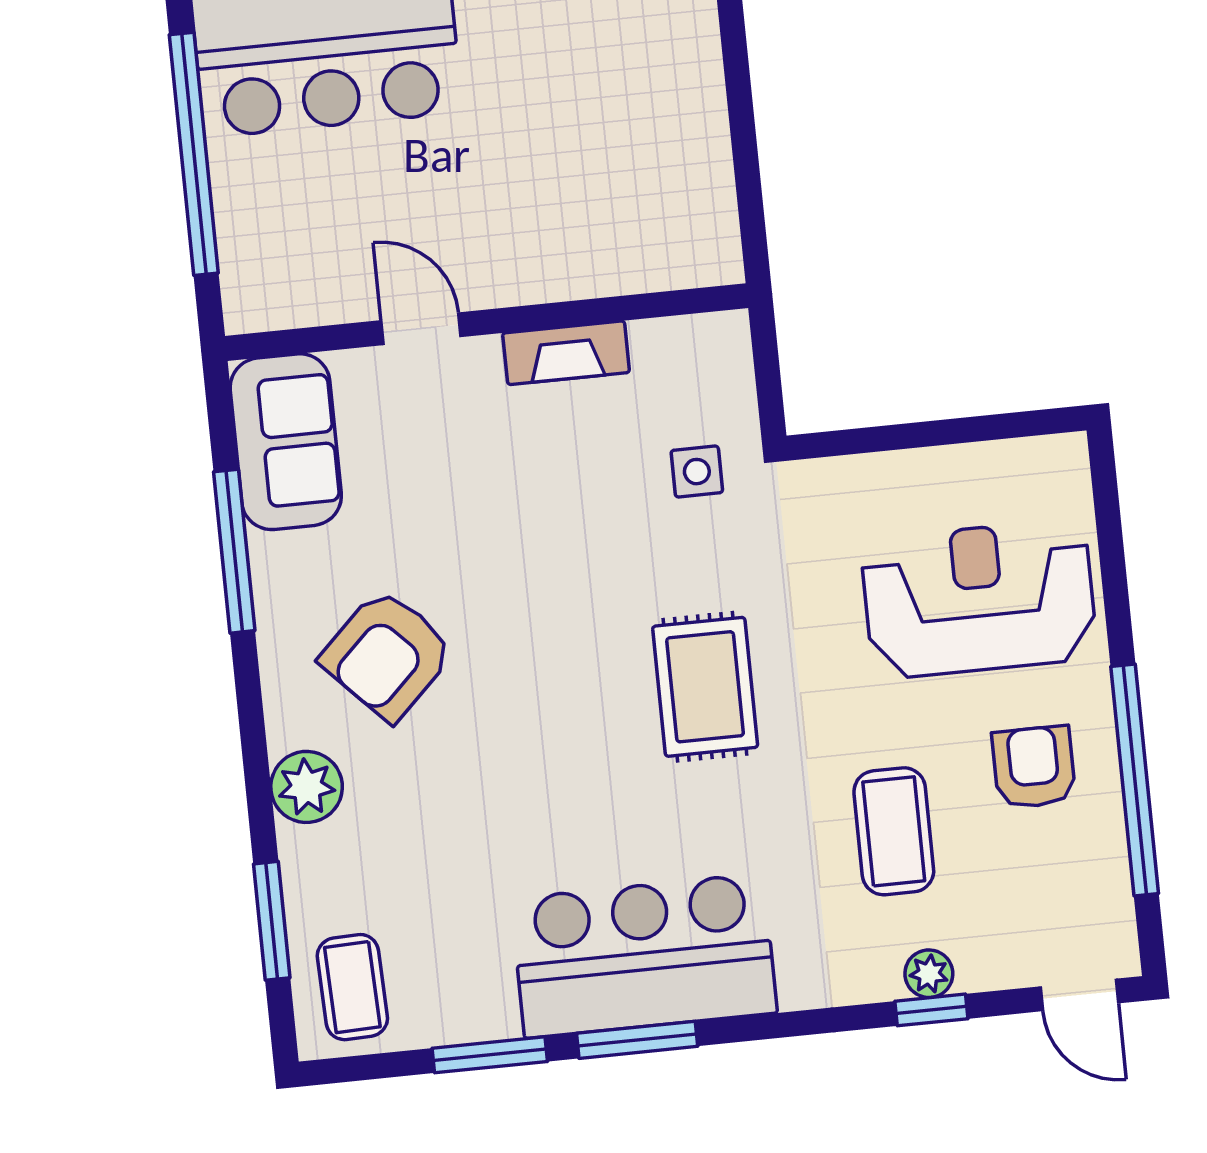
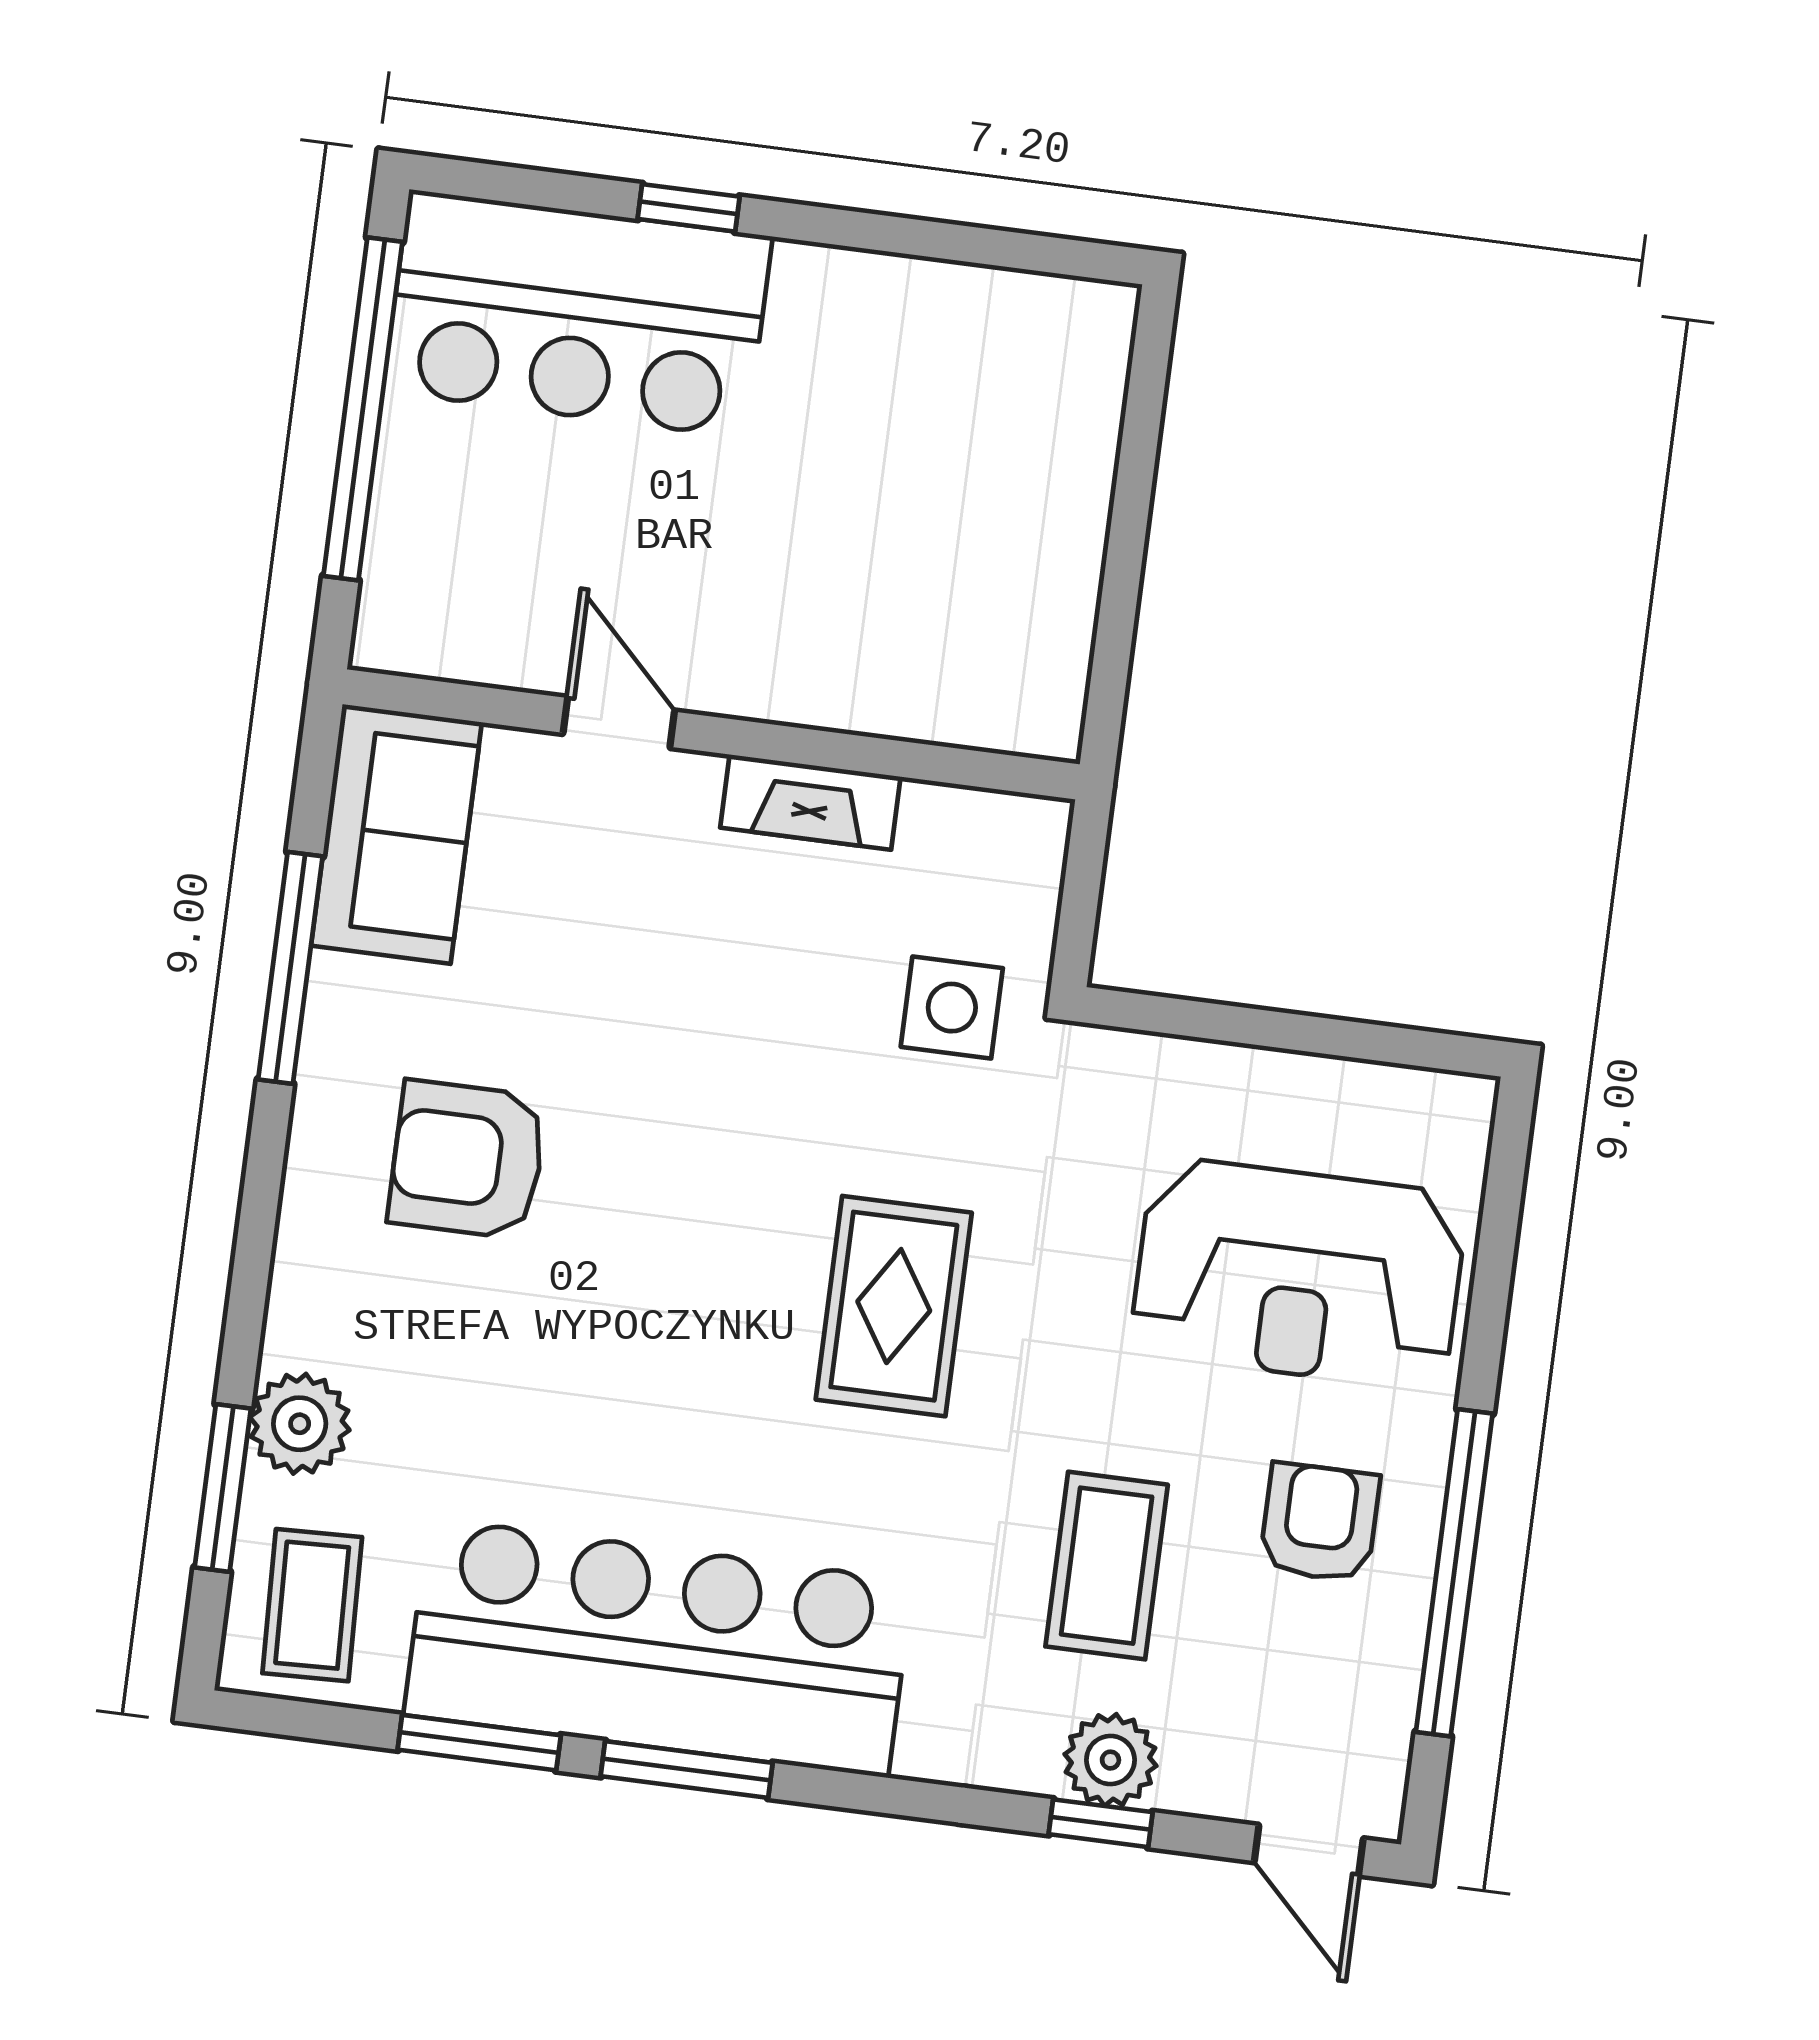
side table: (697, 472) -> (952, 1008), width x1.37, depth x1.37
reception desk: (979, 599) -> (1299, 1274), turned 180
armchair: (387, 655) -> (467, 1160), turned 44
plant: (307, 787) -> (300, 1424), moved
bar counter: (644, 956) -> (659, 1648), width x1.36
plant: (929, 974) -> (1110, 1760), width x1.38, depth x1.38

